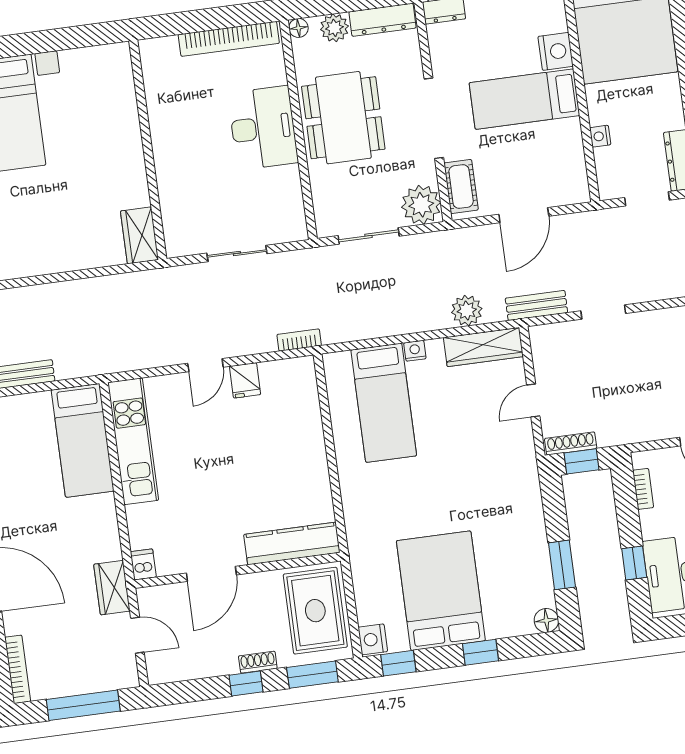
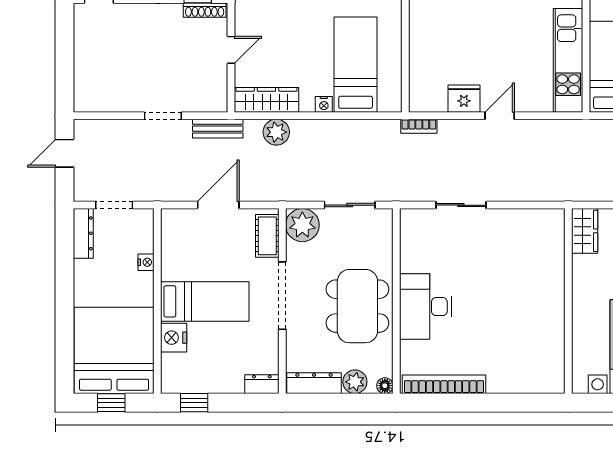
wall: (148, 150) -> (568, 301), moved
wardrobe: (140, 235) -> (585, 231), moved
fridge: (245, 380) -> (464, 99), width x1.38

